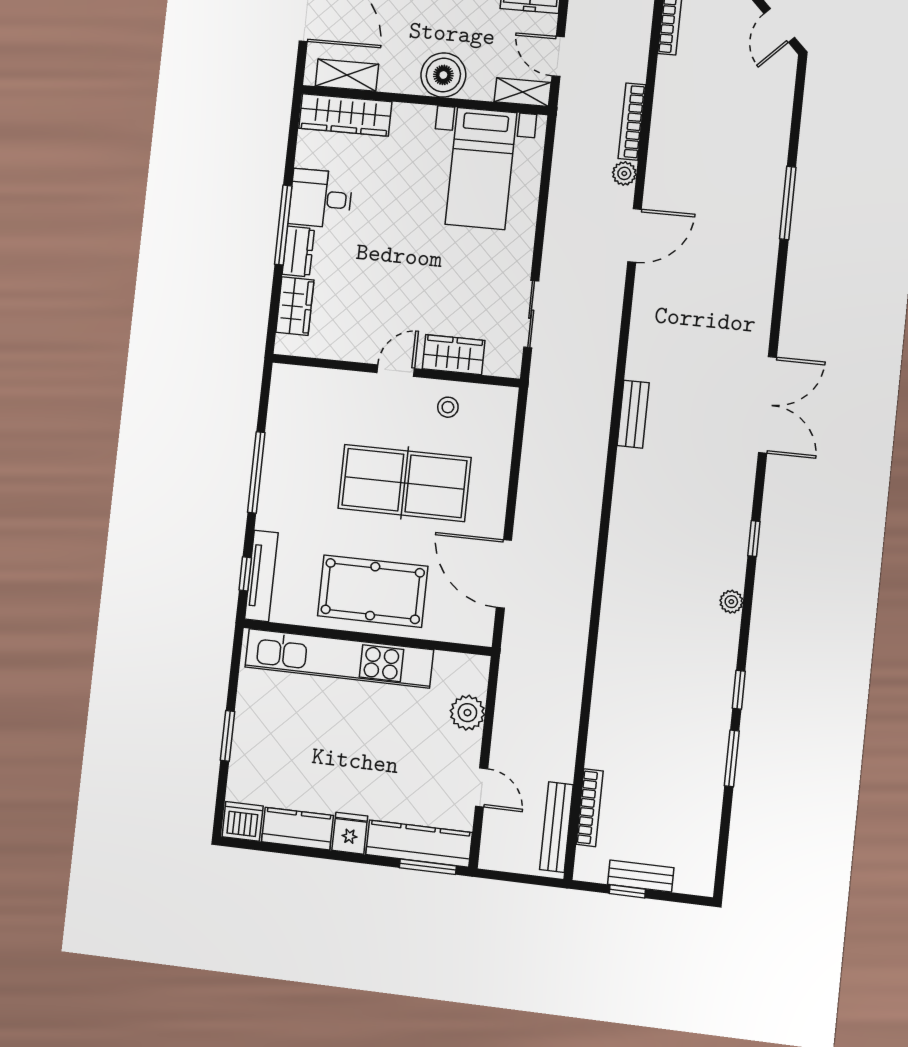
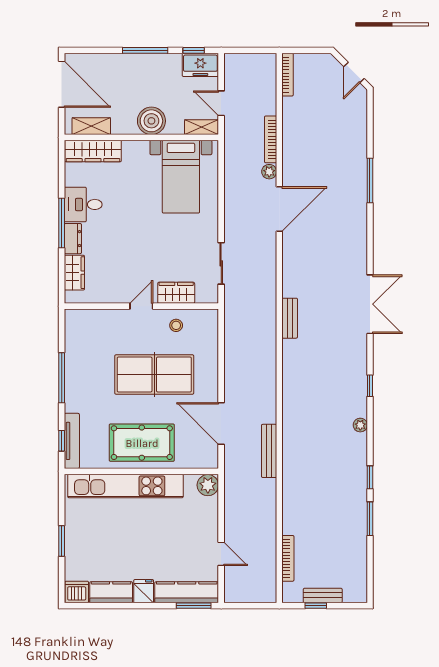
door: (634, 235) -> (279, 209), width x1.36
plant: (467, 713) -> (208, 485), moved
bench: (556, 827) -> (269, 451), moved

